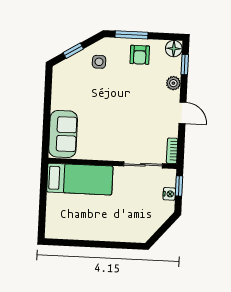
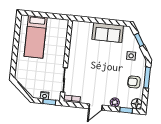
sofa: (63, 134) -> (108, 32), moved
bed: (80, 179) -> (36, 37), moved

